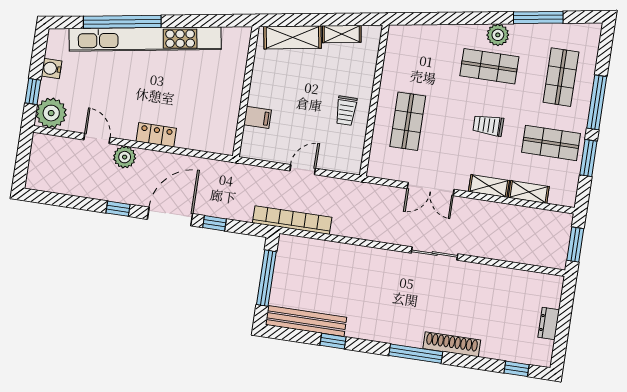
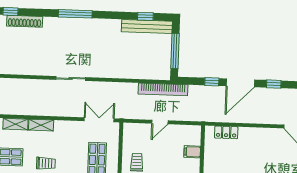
locker: (156, 135) -> (226, 132), moved
plant: (125, 157) -> (273, 117), removed
double door: (431, 189) -> (99, 120), moved
window: (333, 341) -> (145, 16), moved
shoe rack: (452, 344) -> (25, 21), moved

